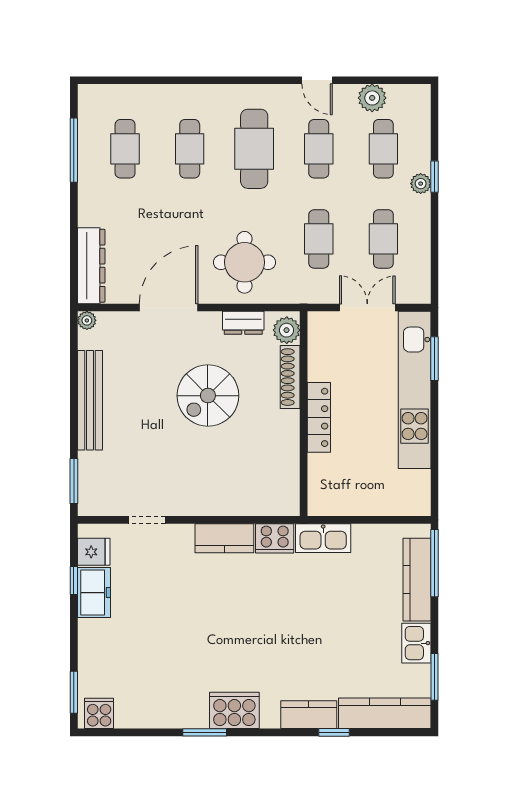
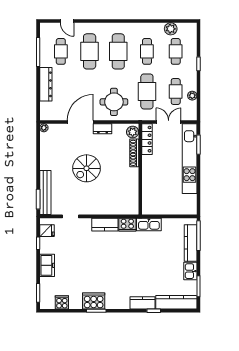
door: (317, 80) -> (67, 21), moved
cafe table: (190, 149) -> (90, 51), width x1.37, depth x1.35
plant: (421, 184) -> (192, 96), moved
cafe table: (319, 239) -> (147, 91), width x1.37, depth x1.35
dresser: (91, 266) -> (46, 84), moved
dresser: (243, 323) -> (103, 129), moved
spiral stairs: (208, 396) -> (86, 168), moved
bench: (90, 400) -> (45, 193), moved
locker: (319, 417) -> (147, 139), moved
freezer: (94, 593) -> (47, 265), moved
cooker: (234, 710) -> (94, 301), moved
cooker: (99, 713) -> (62, 302), moved

